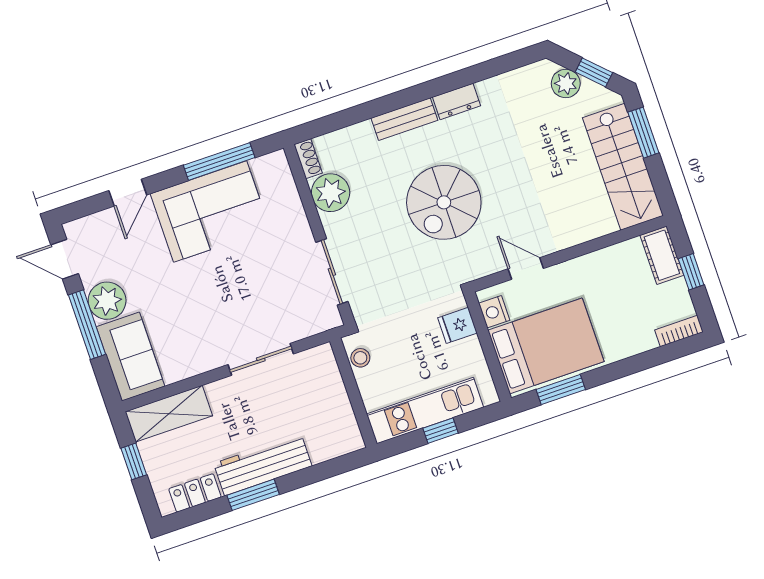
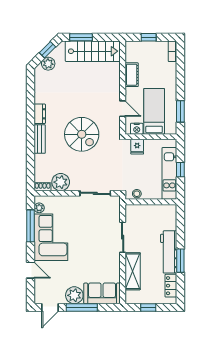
plant: (262, 167) -> (39, 208), added
cot: (662, 255) -> (132, 75), moved, turned 90
door: (526, 269) -> (123, 109), swing flipped
bed: (546, 346) -> (154, 111), width x0.67
shelving: (169, 414) -> (133, 271), moved

